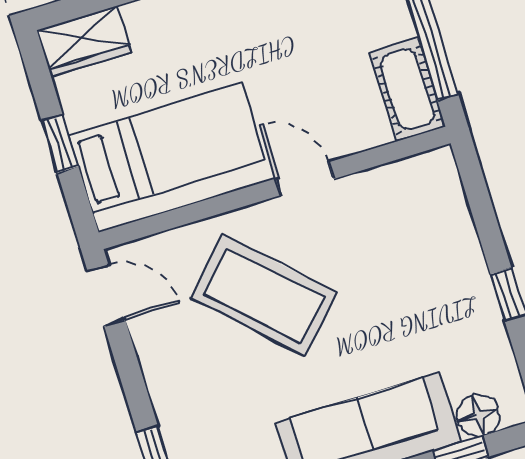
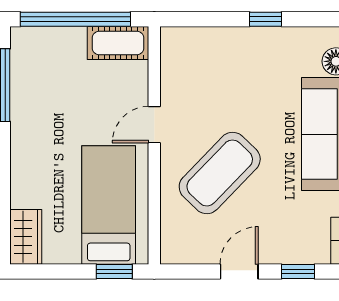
window: (60, 144) -> (114, 271), moved
door: (106, 295) -> (239, 271), moved

